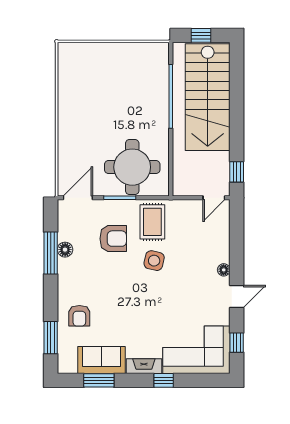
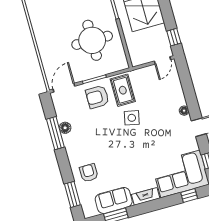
round table: (132, 167) -> (92, 40), moved
armchair: (113, 239) -> (97, 97), moved, turned 180
armchair: (79, 316) -> (89, 173), turned 180
window: (164, 380) -> (189, 195), moved

